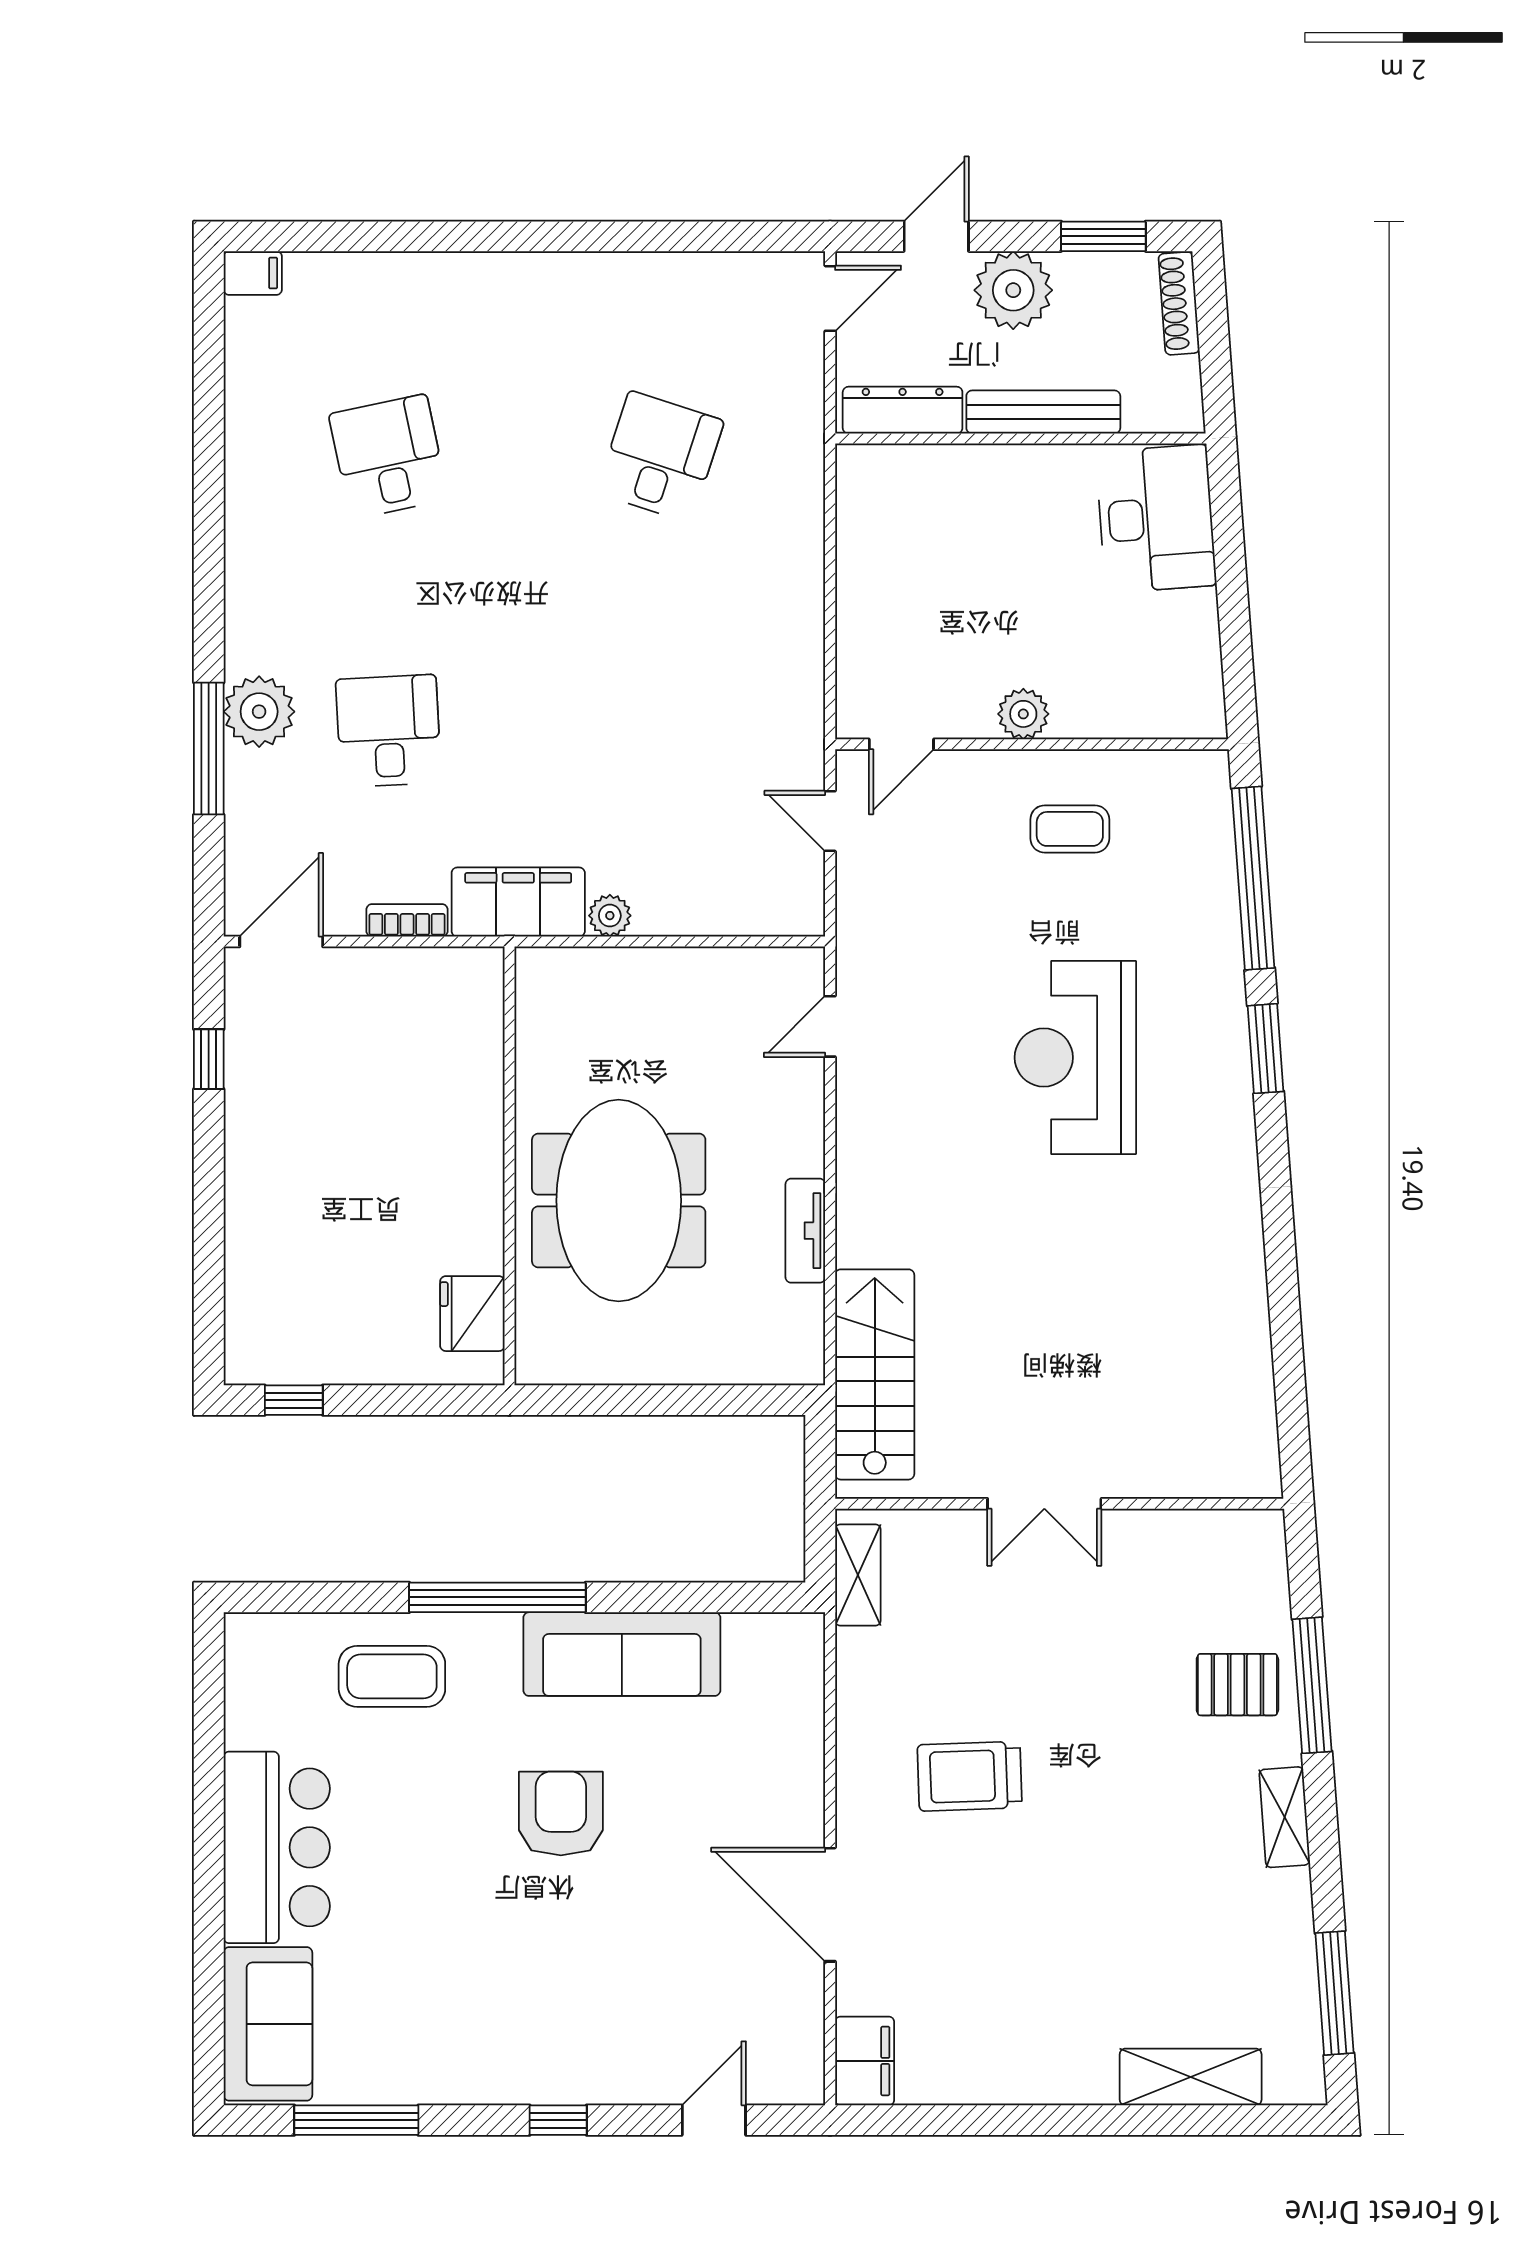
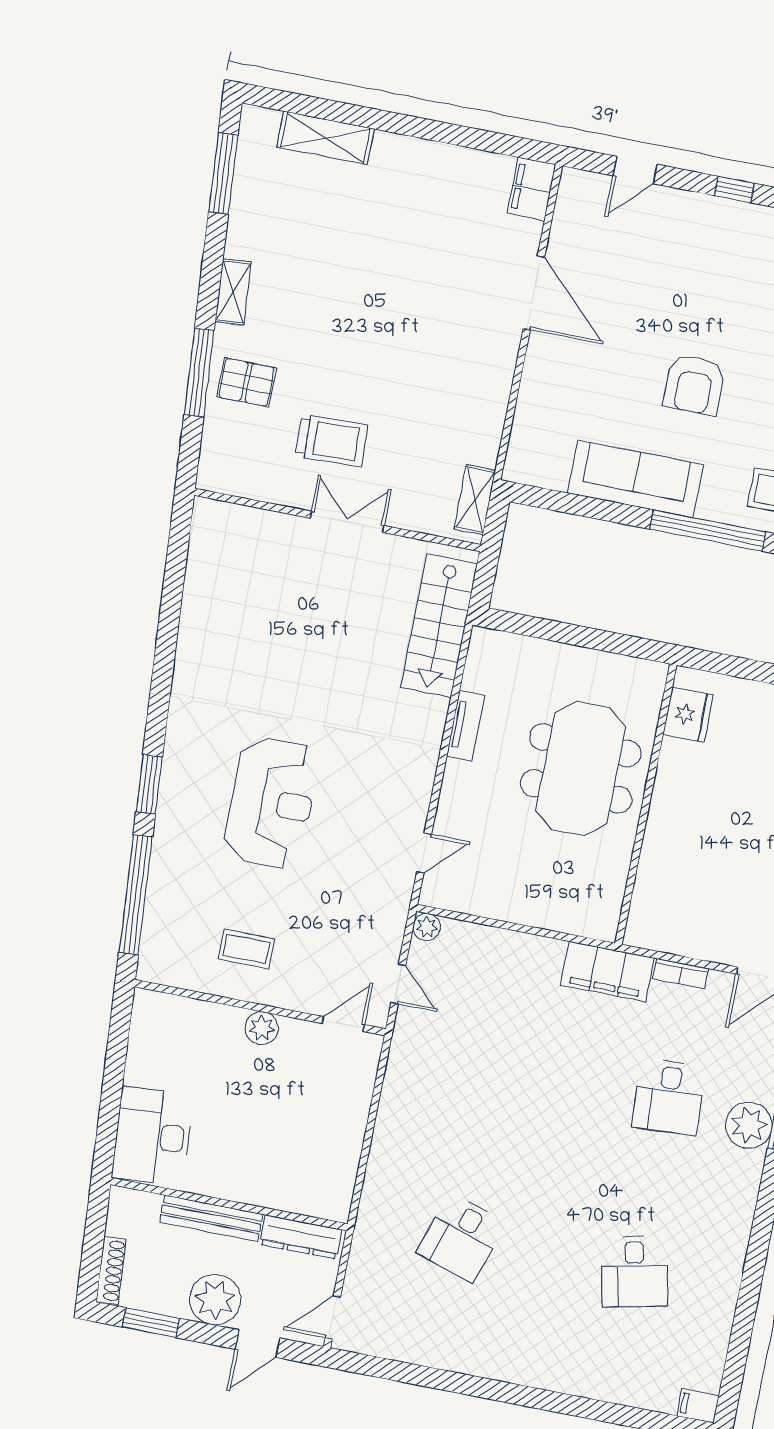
plant: (610, 916) -> (427, 927), moved
trolley: (970, 1776) -> (331, 441), moved

